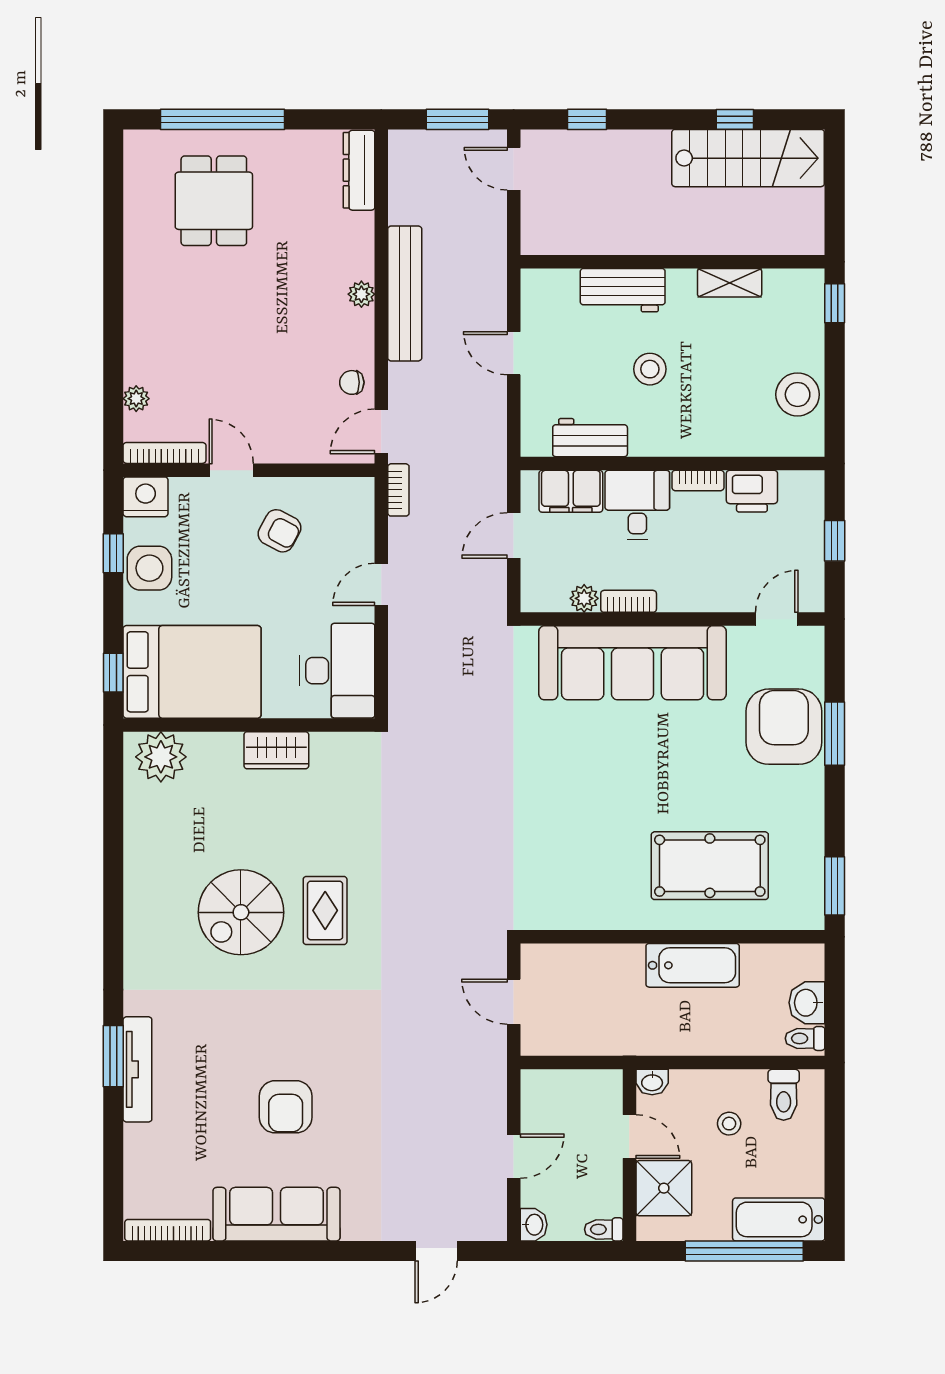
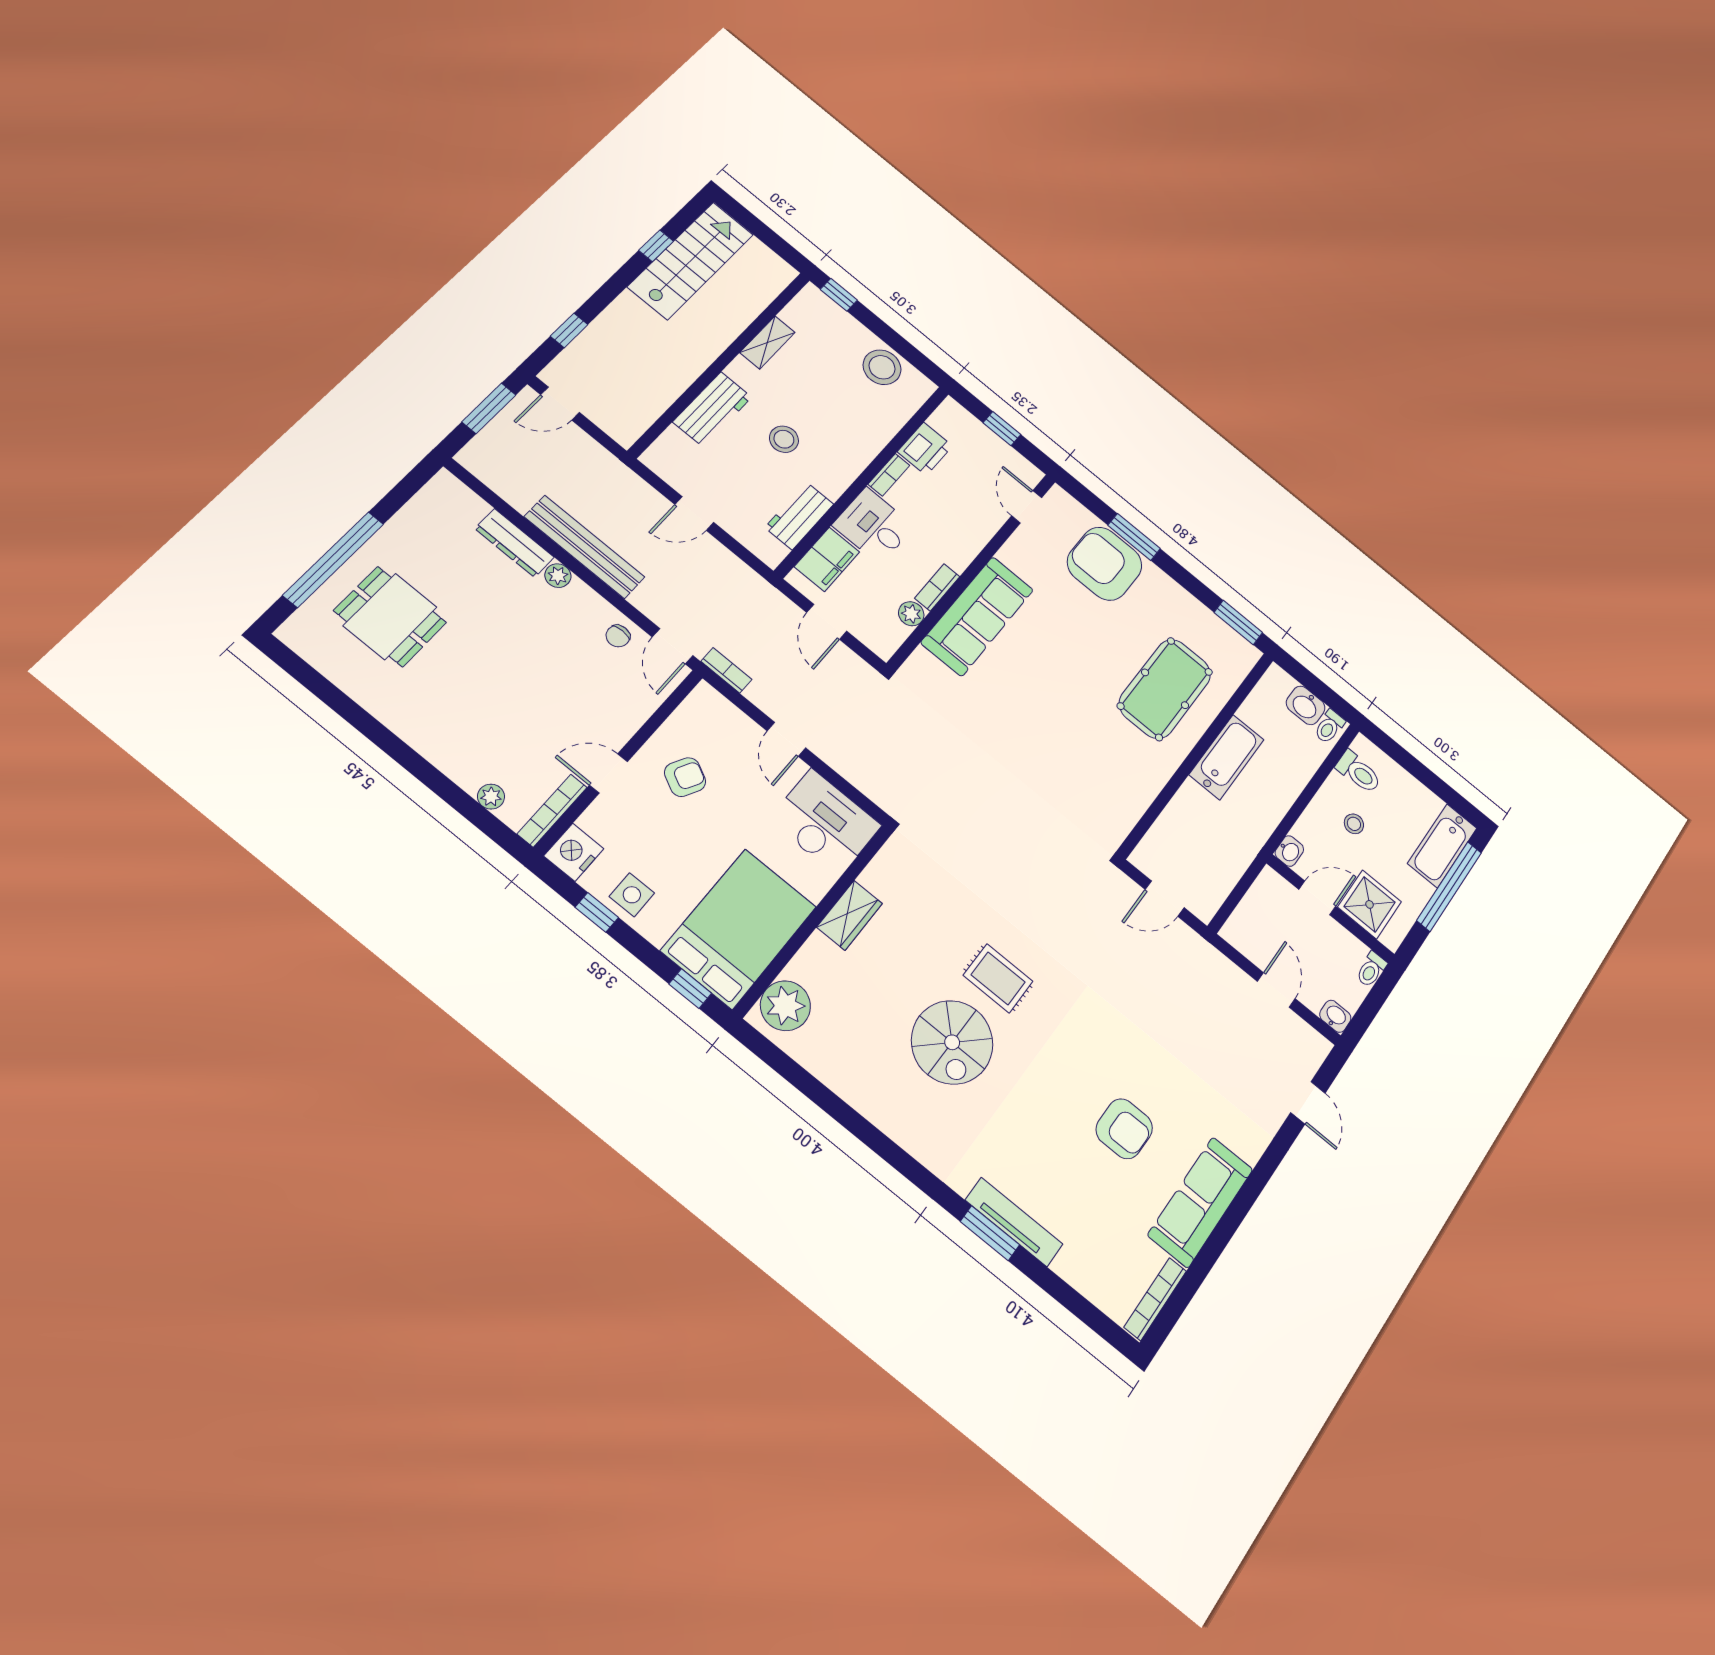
dresser: (359, 170) -> (514, 543), moved
side table: (149, 568) -> (632, 895), width x0.73, depth x0.73
sofa: (633, 663) -> (977, 616), width x0.74, depth x0.79

